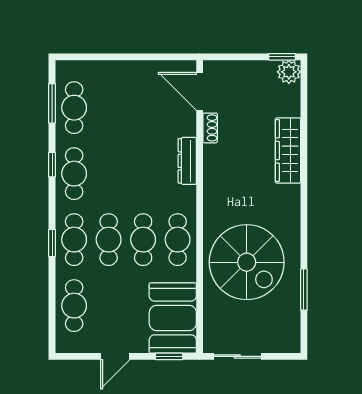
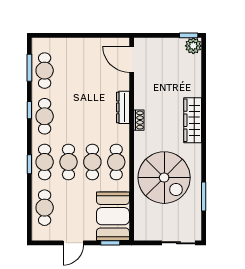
shoe rack: (210, 128) -> (139, 120), moved
wardrobe: (288, 150) -> (193, 120), moved
sliding door: (237, 356) -> (178, 243), moved

